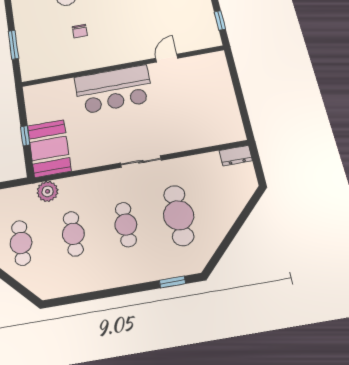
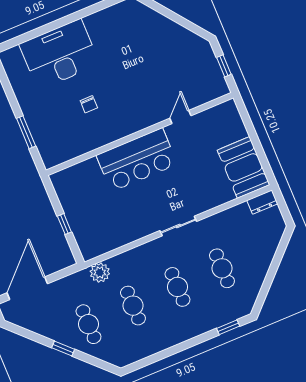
booth: (49, 148) -> (244, 167), moved
cafe table: (179, 215) -> (222, 268), width x0.73, depth x0.74

